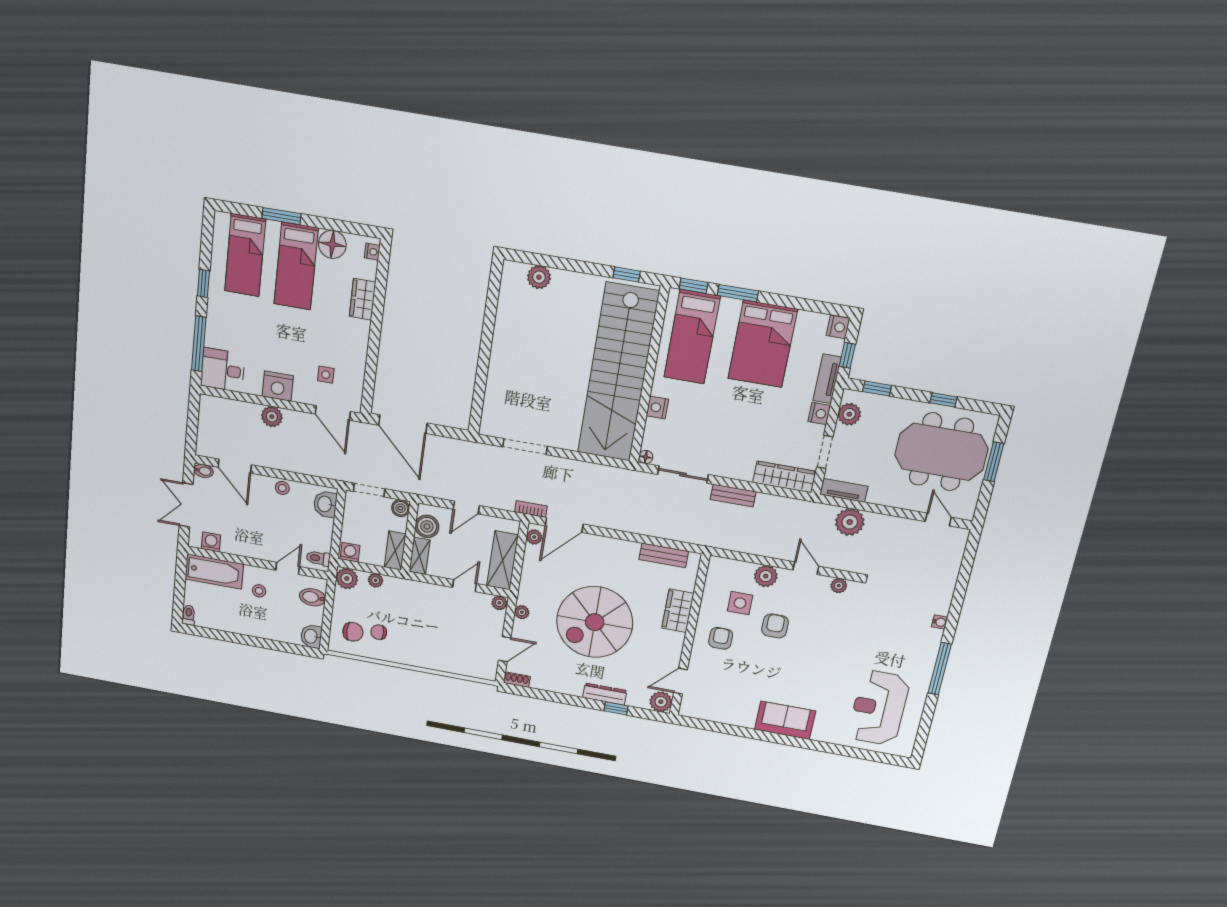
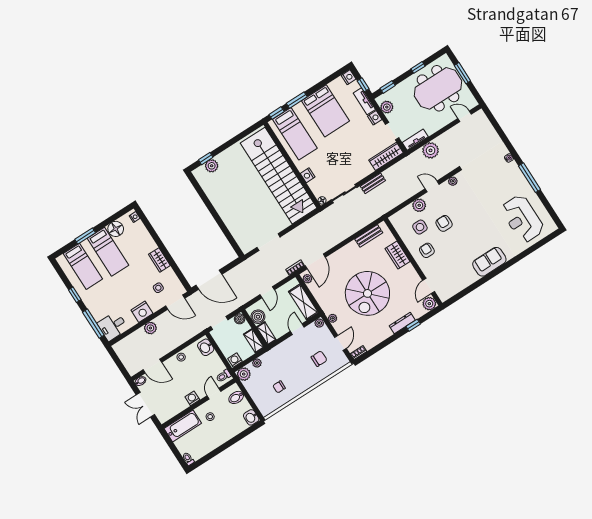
window: (627, 274) -> (206, 159), moved
wardrobe: (363, 299) -> (159, 260), moved
washing machine: (211, 542) -> (192, 398), moved
chair: (353, 632) -> (319, 359), moved

